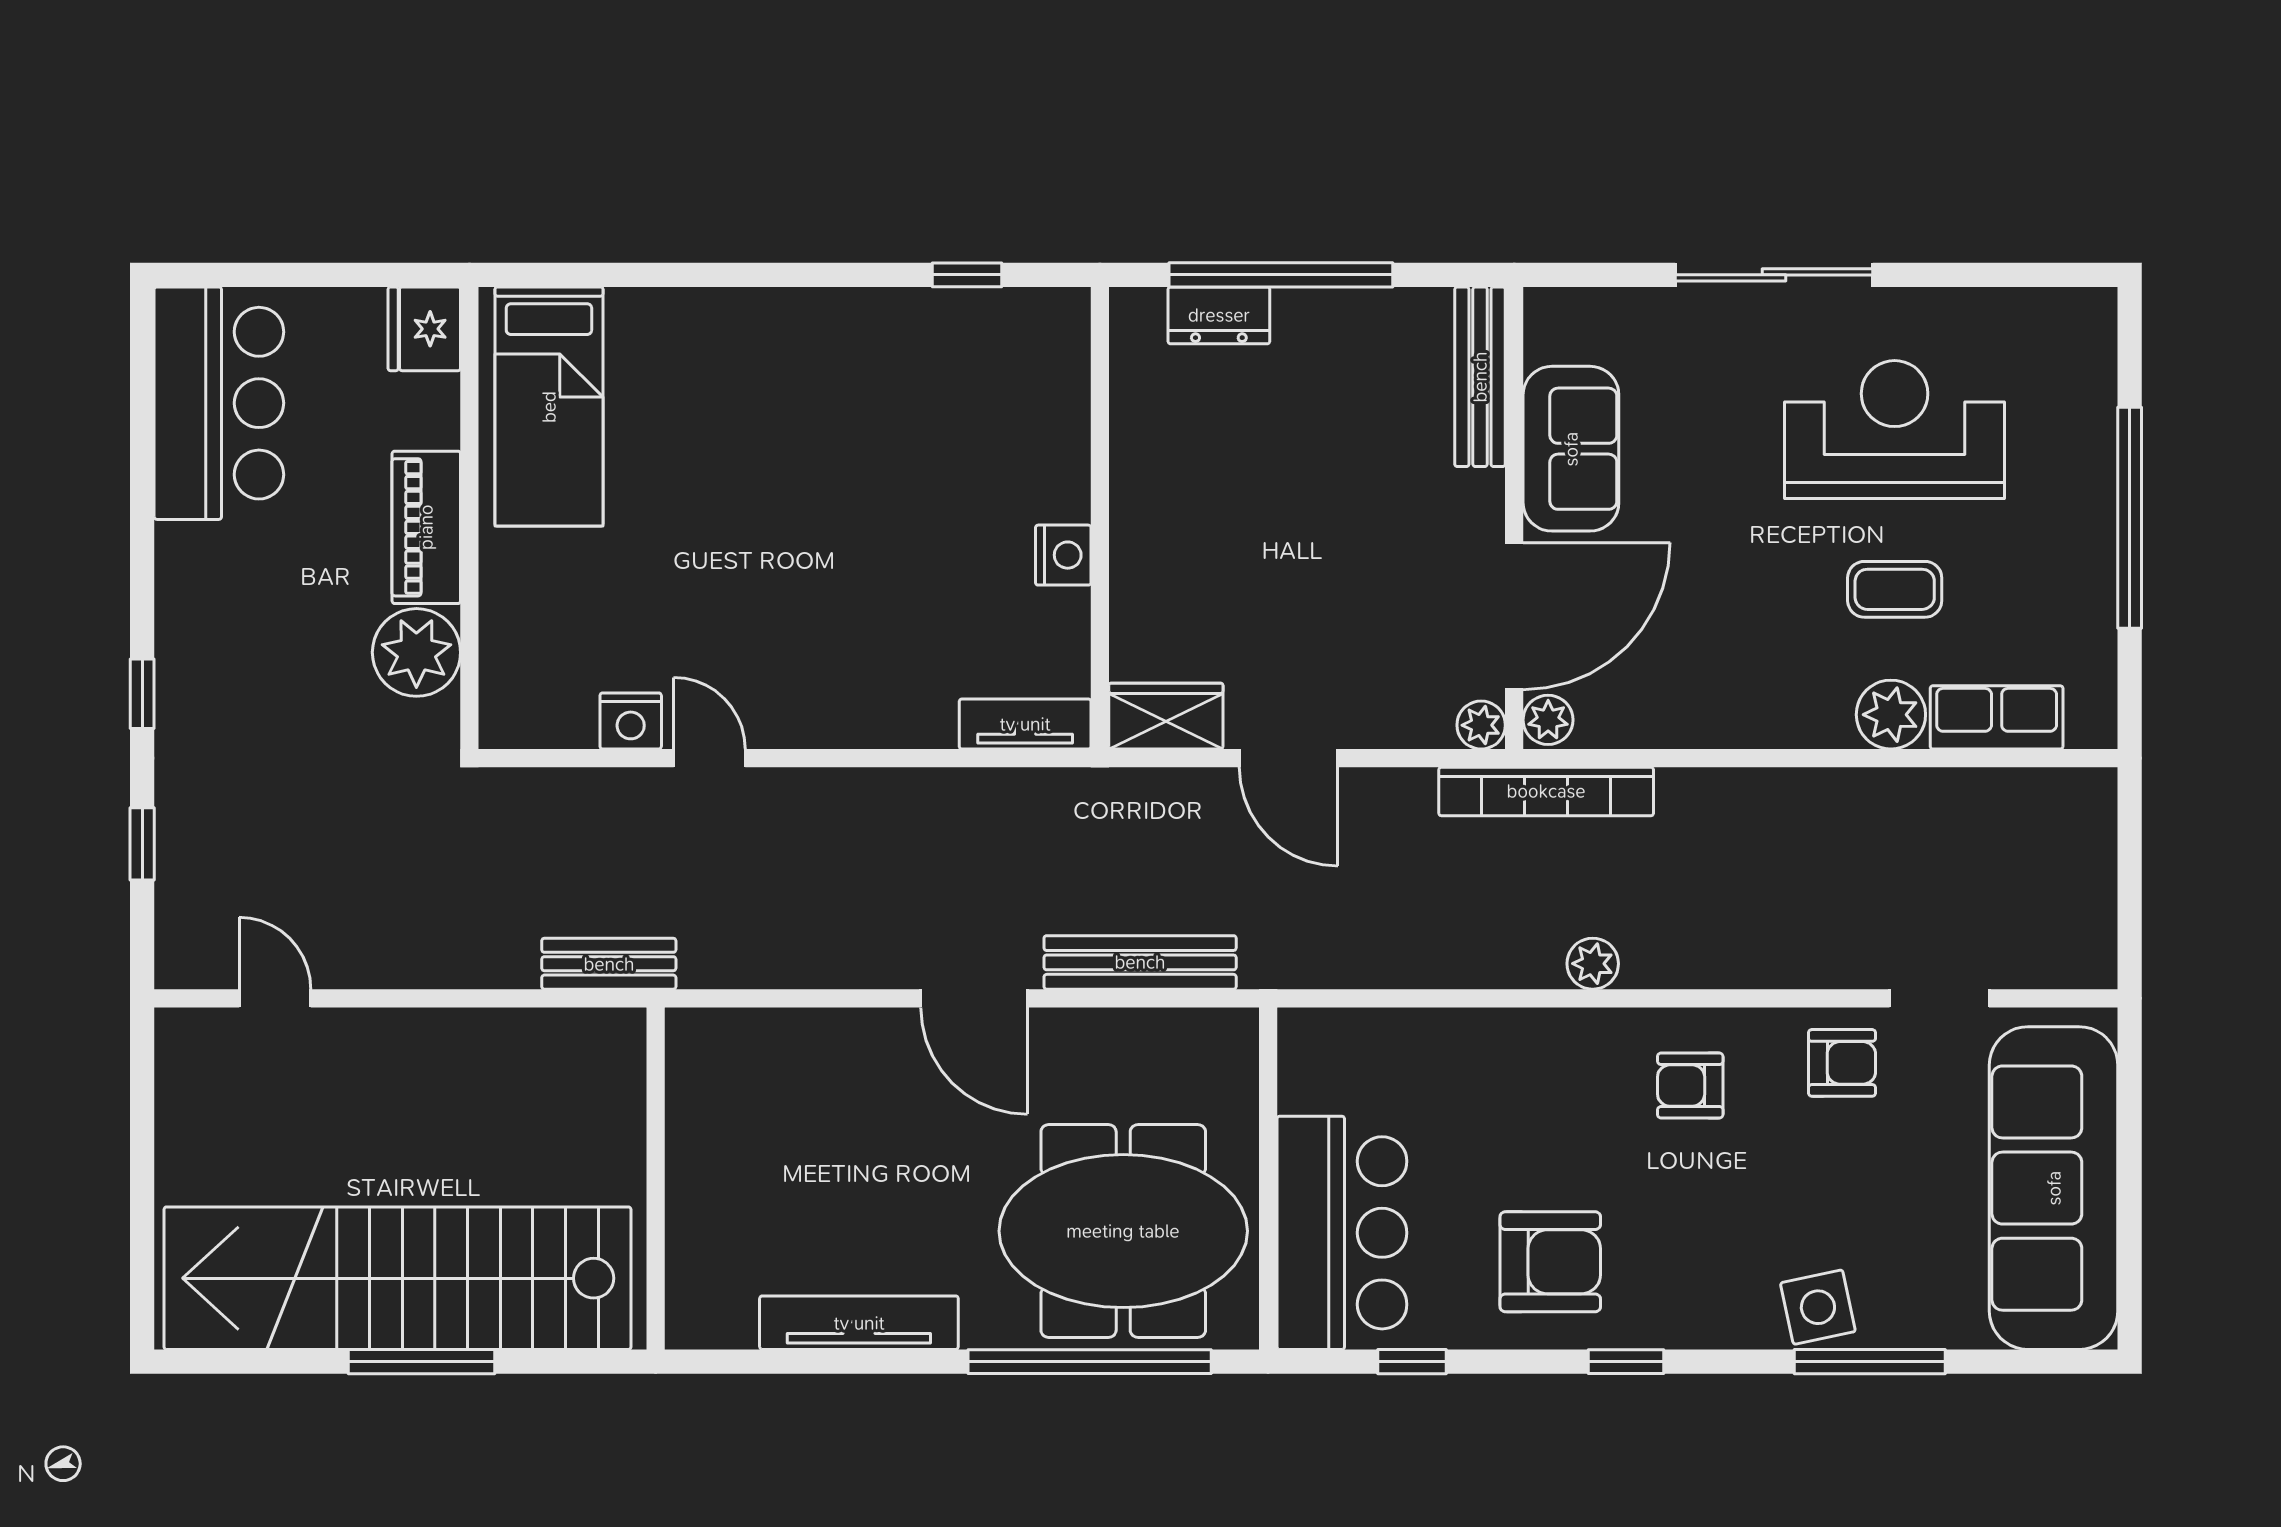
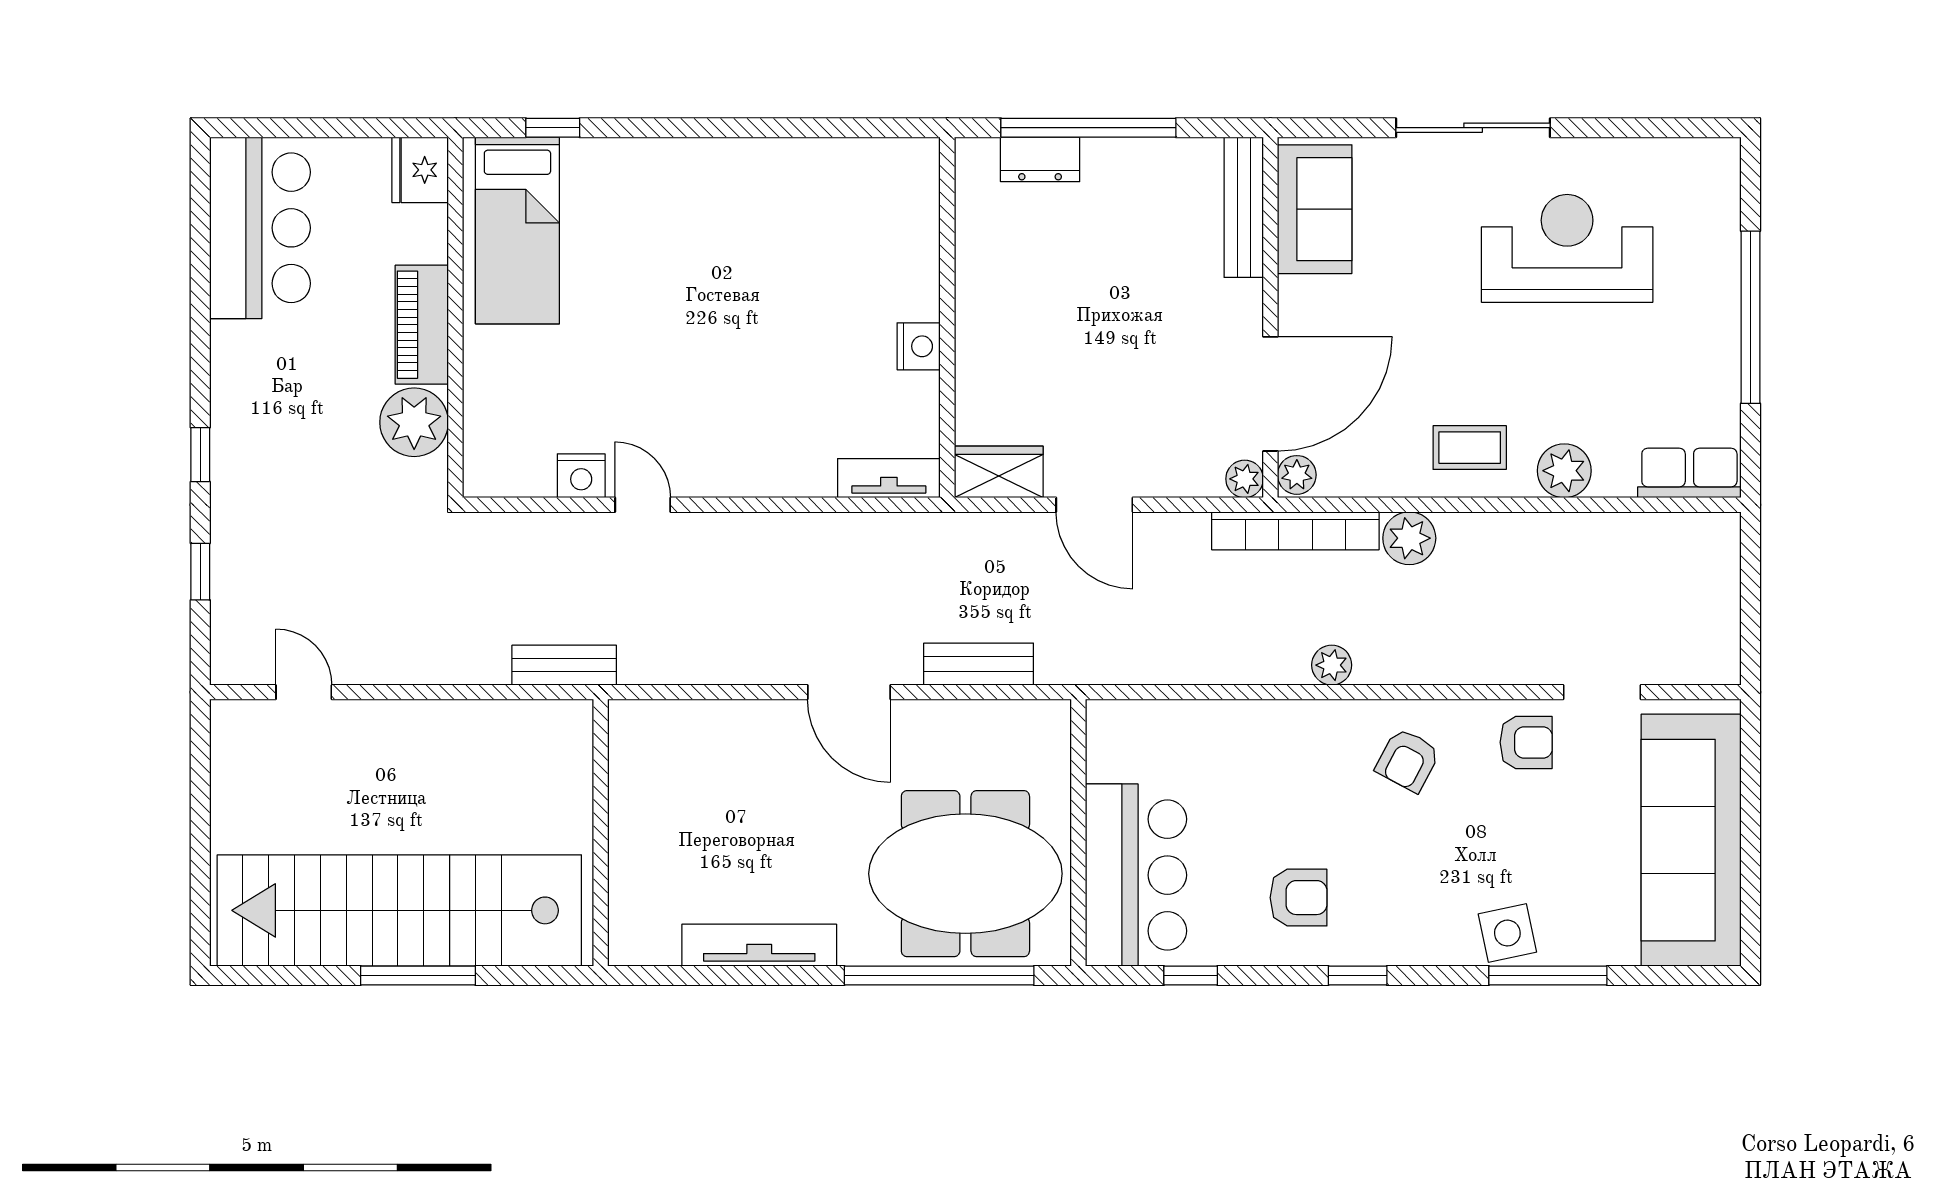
window: (967, 275) -> (553, 128), moved
sofa: (1571, 449) -> (1315, 209), moved
coffee table: (1895, 589) -> (1470, 448), moved
row of seats: (1997, 717) -> (1689, 473), moved
plant: (1692, 801) -> (1409, 538), added
bench: (1140, 962) -> (979, 664), width x0.73
armchair: (1690, 1086) -> (1408, 760), turned -62
armchair: (1550, 1262) -> (1299, 898), width x0.72, depth x0.72

